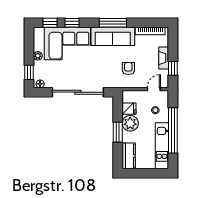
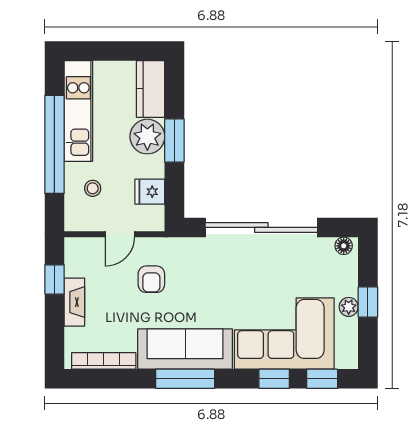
window: (29, 72) -> (368, 302), moved
door: (154, 89) -> (120, 234), moved
plant: (130, 123) -> (147, 137), moved

